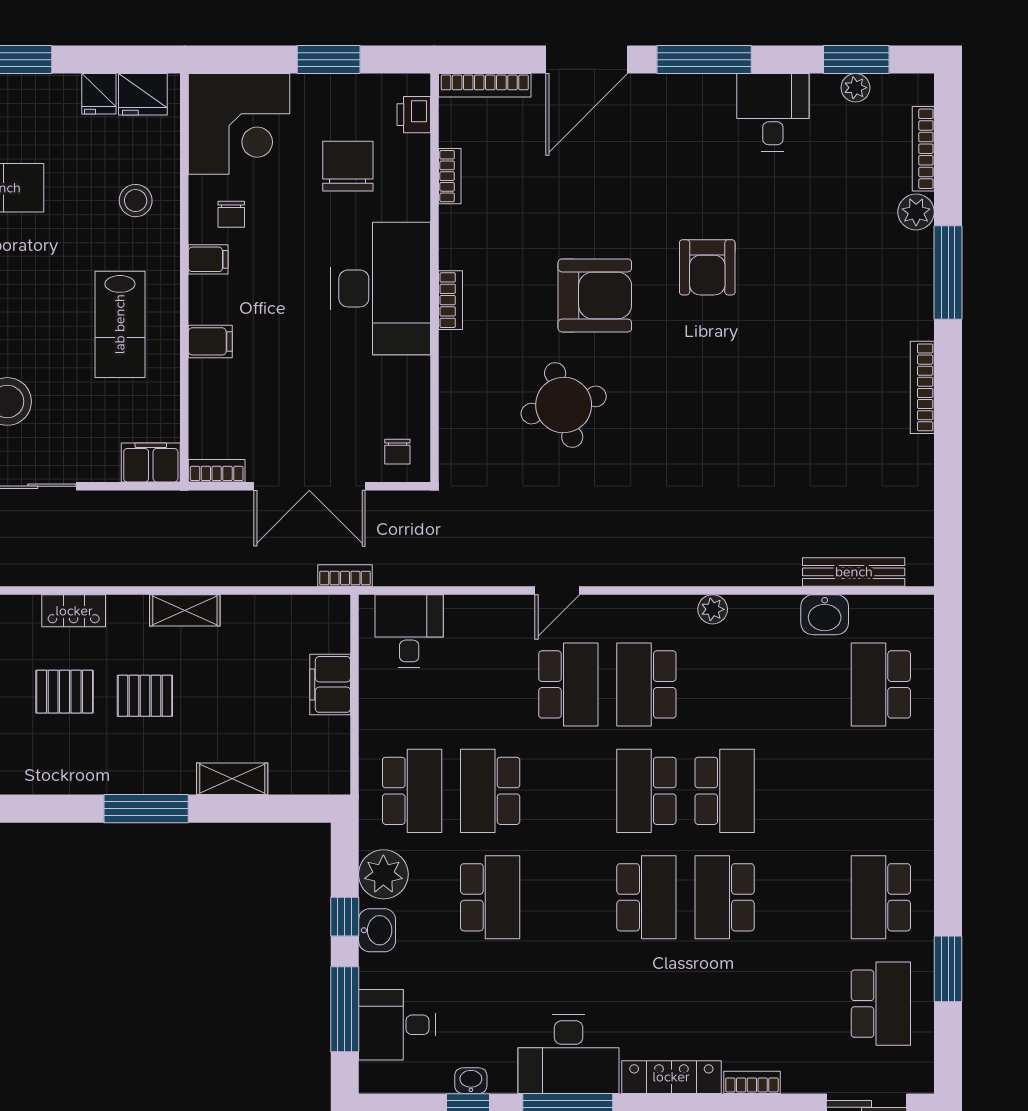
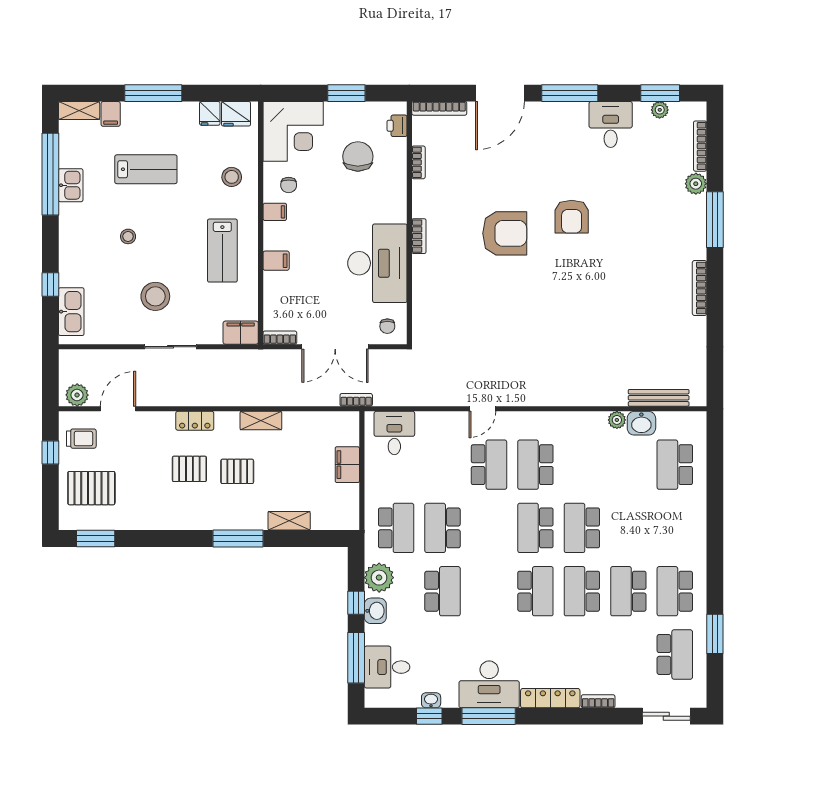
desk: (381, 288) -> (377, 263), moved
round table: (564, 405) -> (486, 298), removed
plant: (713, 609) -> (617, 420), moved
school desk: (725, 791) -> (582, 528), turned 180
school desk: (803, 897) -> (628, 591), added

